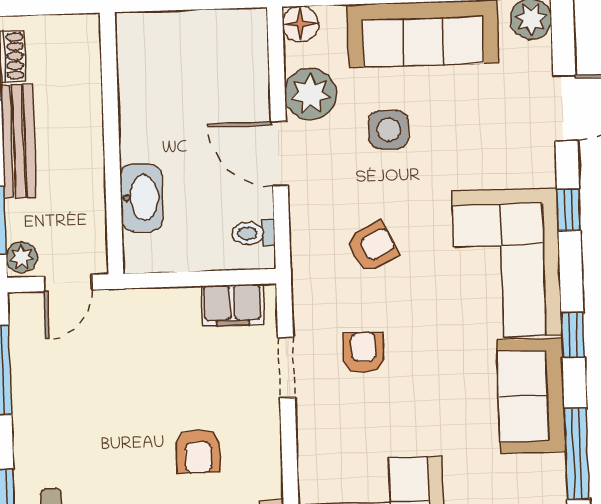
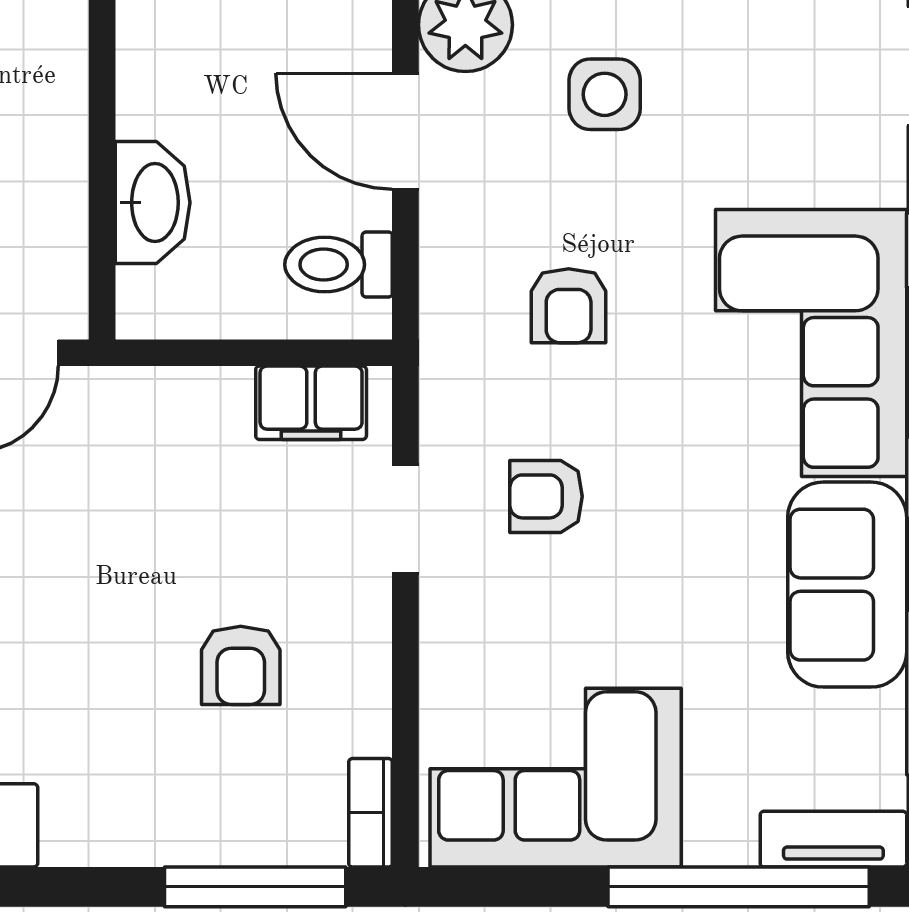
toilet: (253, 233) -> (339, 265), width x1.37, depth x1.39
armchair: (373, 247) -> (569, 306), turned 117
armchair: (364, 353) -> (546, 496), turned -90

